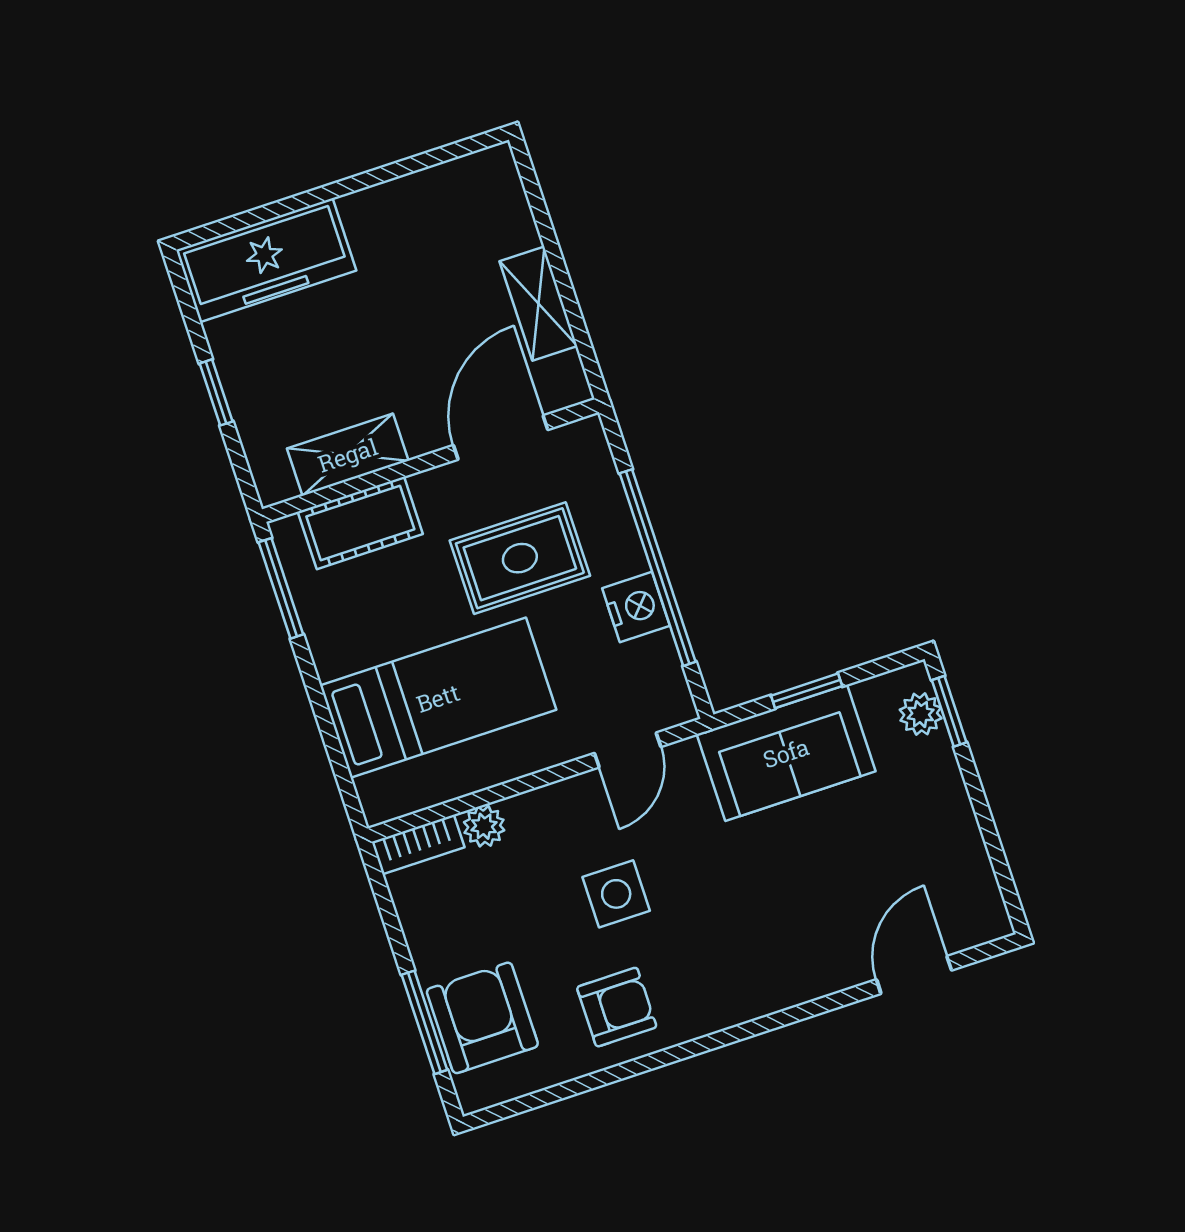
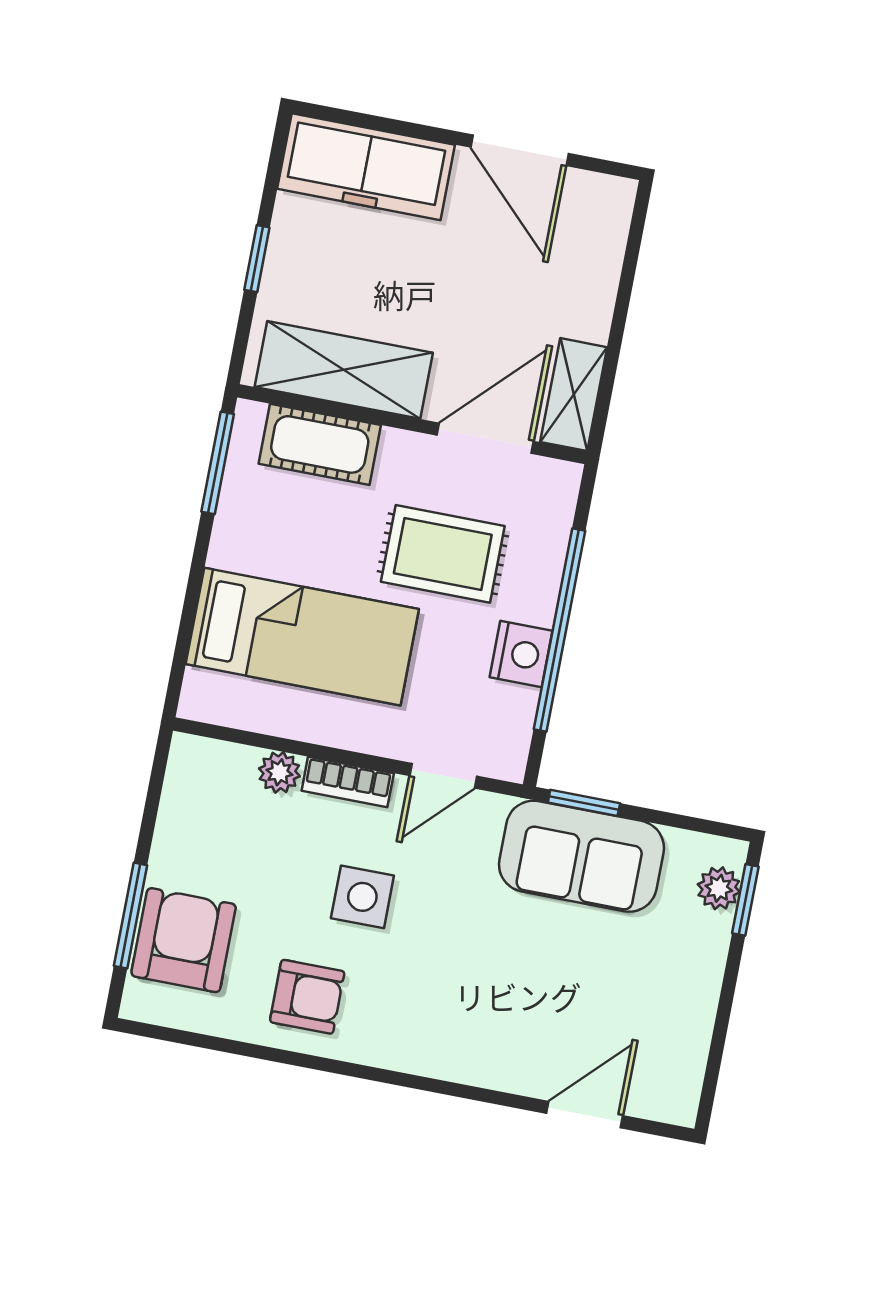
door: (391, 172) -> (520, 150), added
shelving: (538, 304) -> (574, 395), moved
shelving: (348, 455) -> (344, 370), width x1.50, depth x1.33
window: (807, 691) -> (584, 803), moved
bookcase: (418, 844) -> (348, 782), moved

